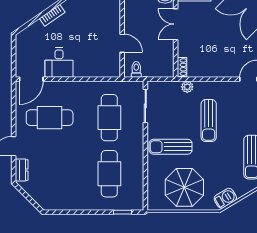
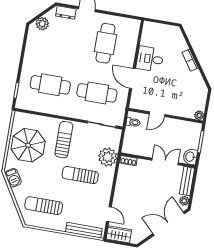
door: (31, 79) -> (132, 79), moved
plant: (187, 87) -> (108, 157), width x1.88, depth x1.88
plant: (40, 195) -> (42, 24), added

